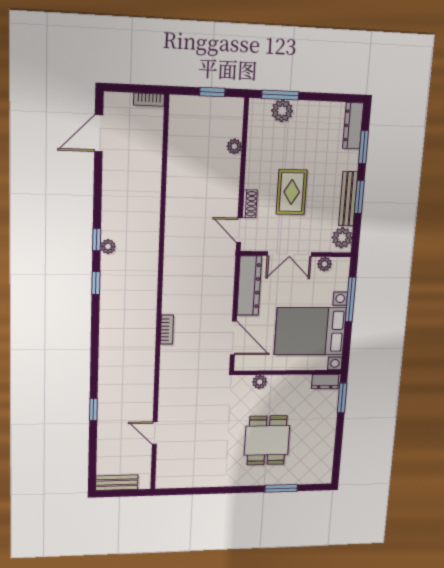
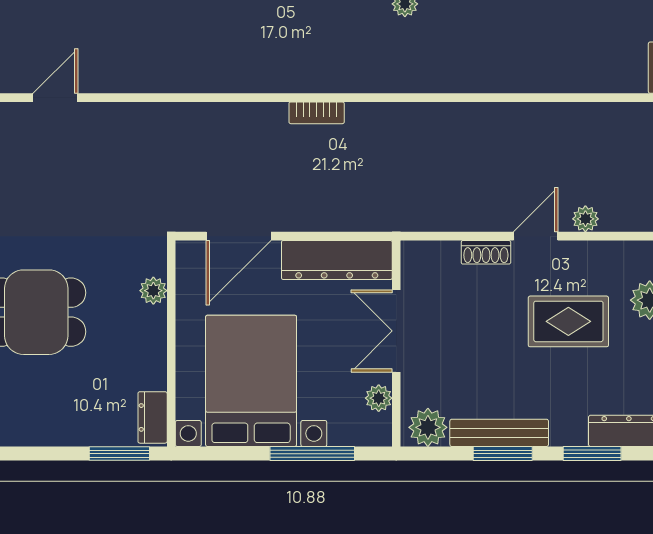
rug: (292, 192) -> (568, 321), moved
door: (239, 230) -> (536, 236), moved
bookcase: (167, 330) -> (317, 113), moved

